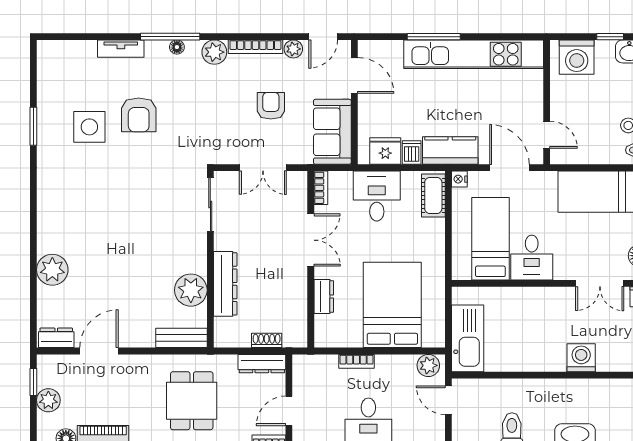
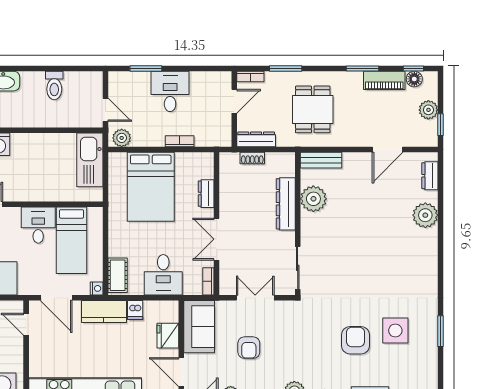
fridge: (385, 151) -> (168, 336), moved, turned 90
dresser: (56, 338) -> (430, 176), moved, turned 90

